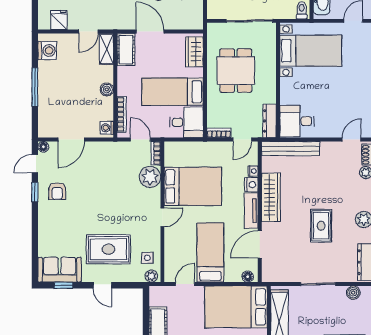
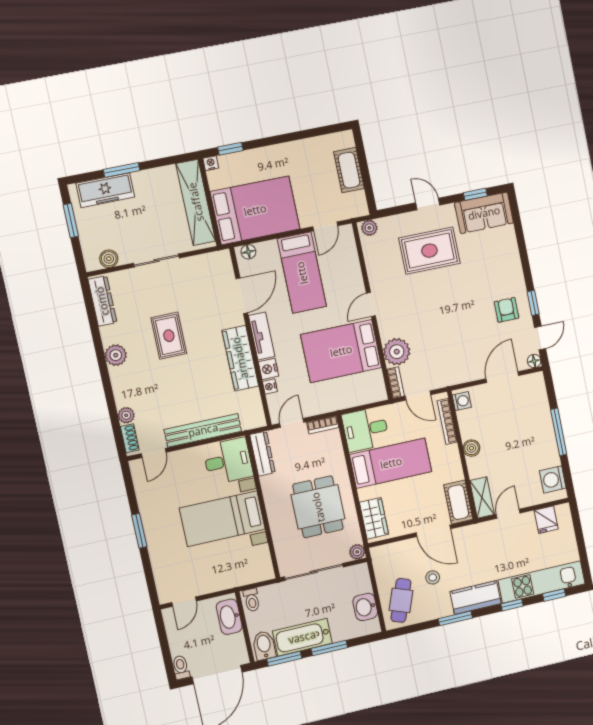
plant: (213, 29) -> (357, 552), added
bed with nightstands: (311, 51) -> (222, 519), moved
bench: (291, 149) -> (203, 430), moved
side table: (147, 258) -> (379, 250), removed

